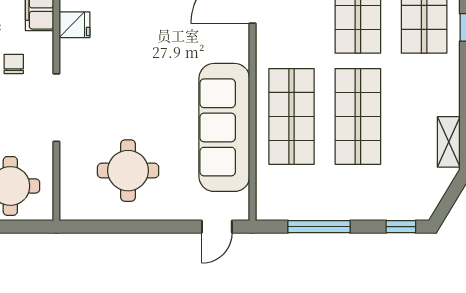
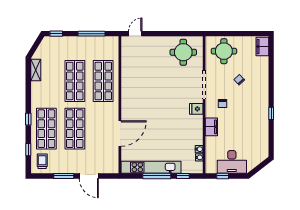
fridge: (75, 25) -> (196, 109), moved
sofa: (224, 127) -> (132, 76), removed
round table: (128, 171) -> (183, 52), moved

